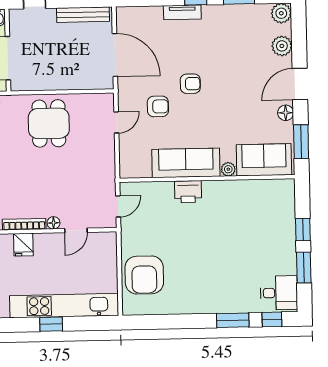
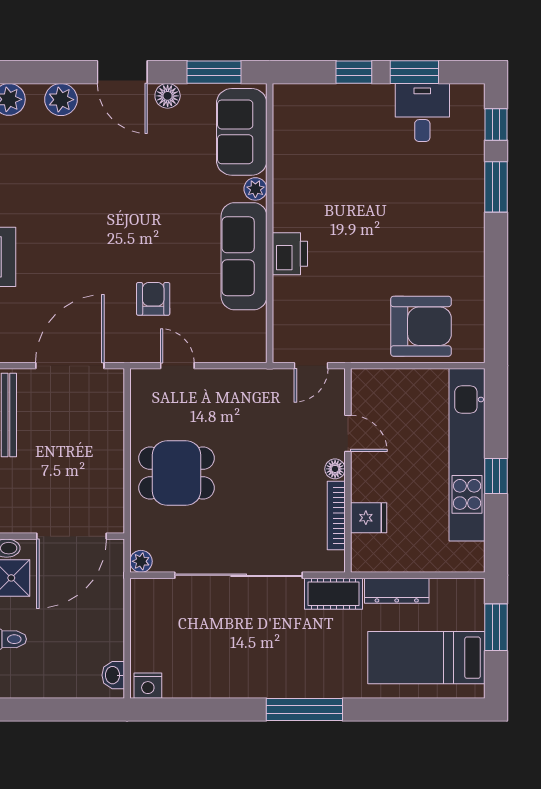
armchair: (190, 84) -> (118, 247), removed
door: (118, 206) -> (311, 366), swing flipped
desk: (279, 293) -> (422, 112), moved

